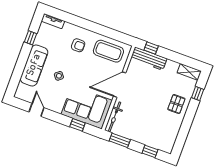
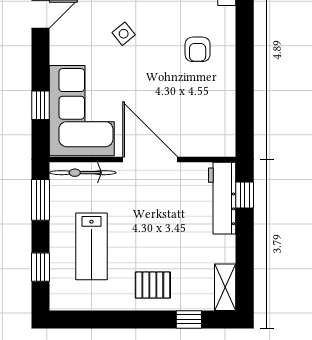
coffee table: (108, 51) -> (208, 113), removed
lab bench: (149, 125) -> (92, 246), added

